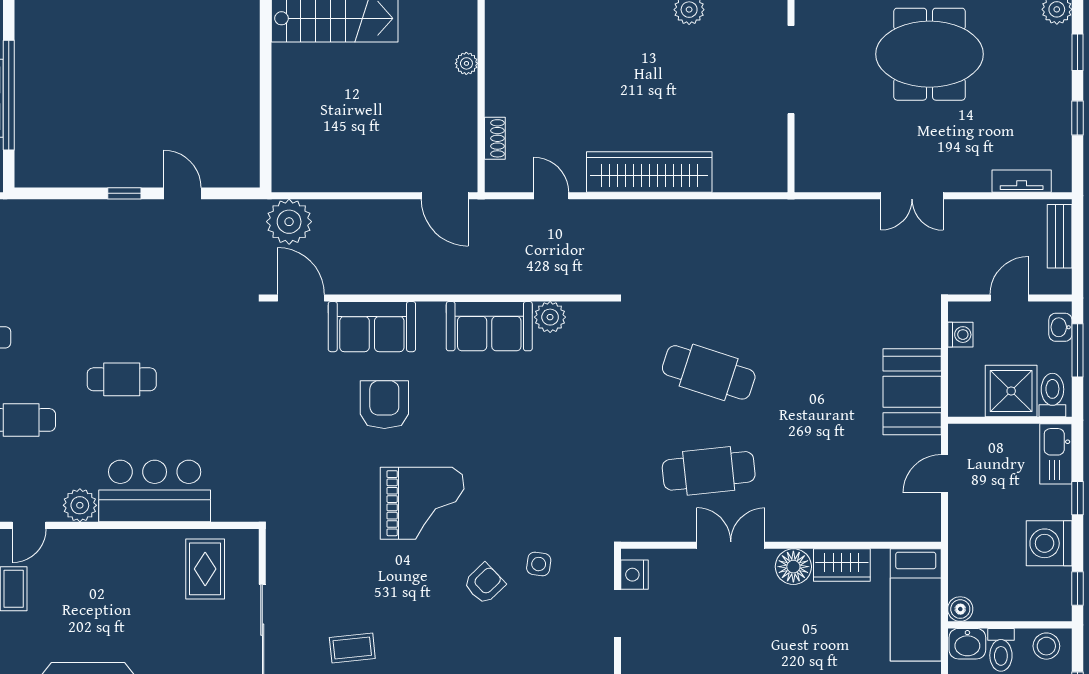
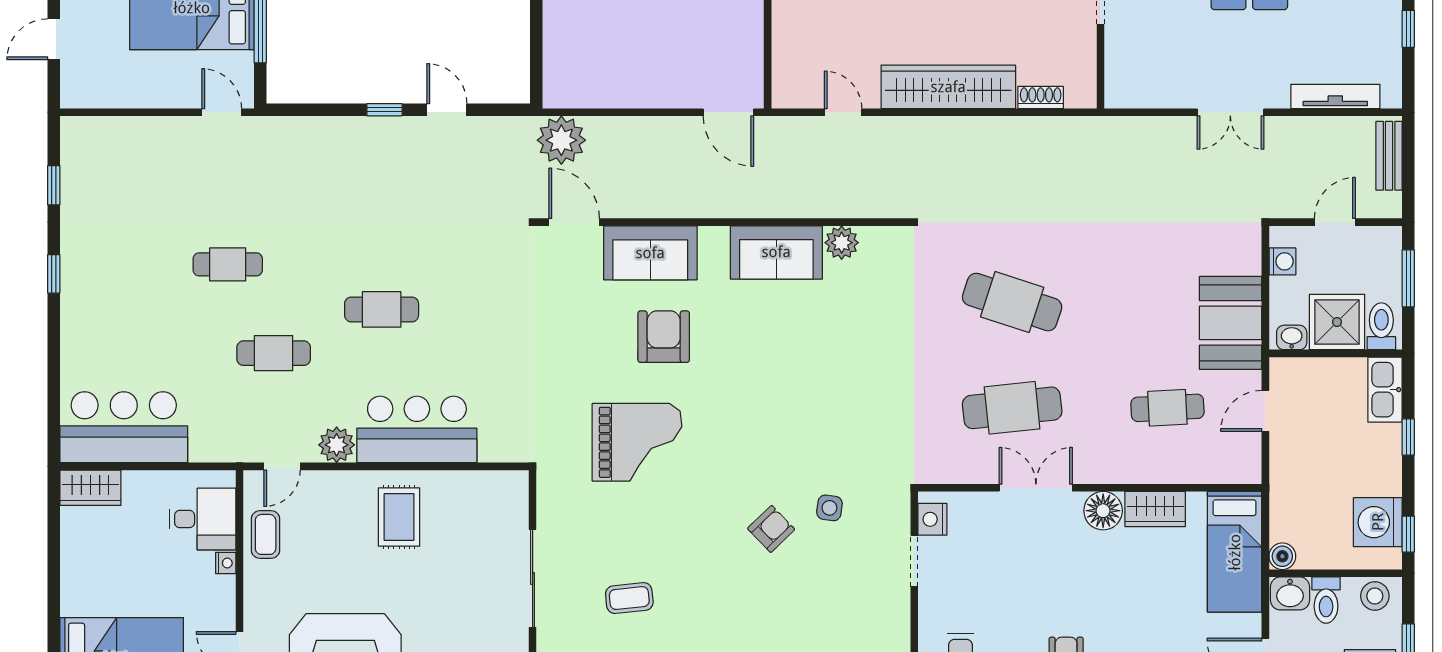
shoe rack: (495, 138) -> (1041, 98), moved, turned -90
tv unit: (1022, 181) -> (1335, 96), width x1.41
washbasin: (1060, 327) -> (1292, 337), moved, turned 90
cafe table: (853, 471) -> (1167, 408), added
grand piano: (422, 503) -> (637, 442), moved
washing machine: (1049, 543) -> (1378, 522), moved
rug: (205, 569) -> (399, 517), moved

